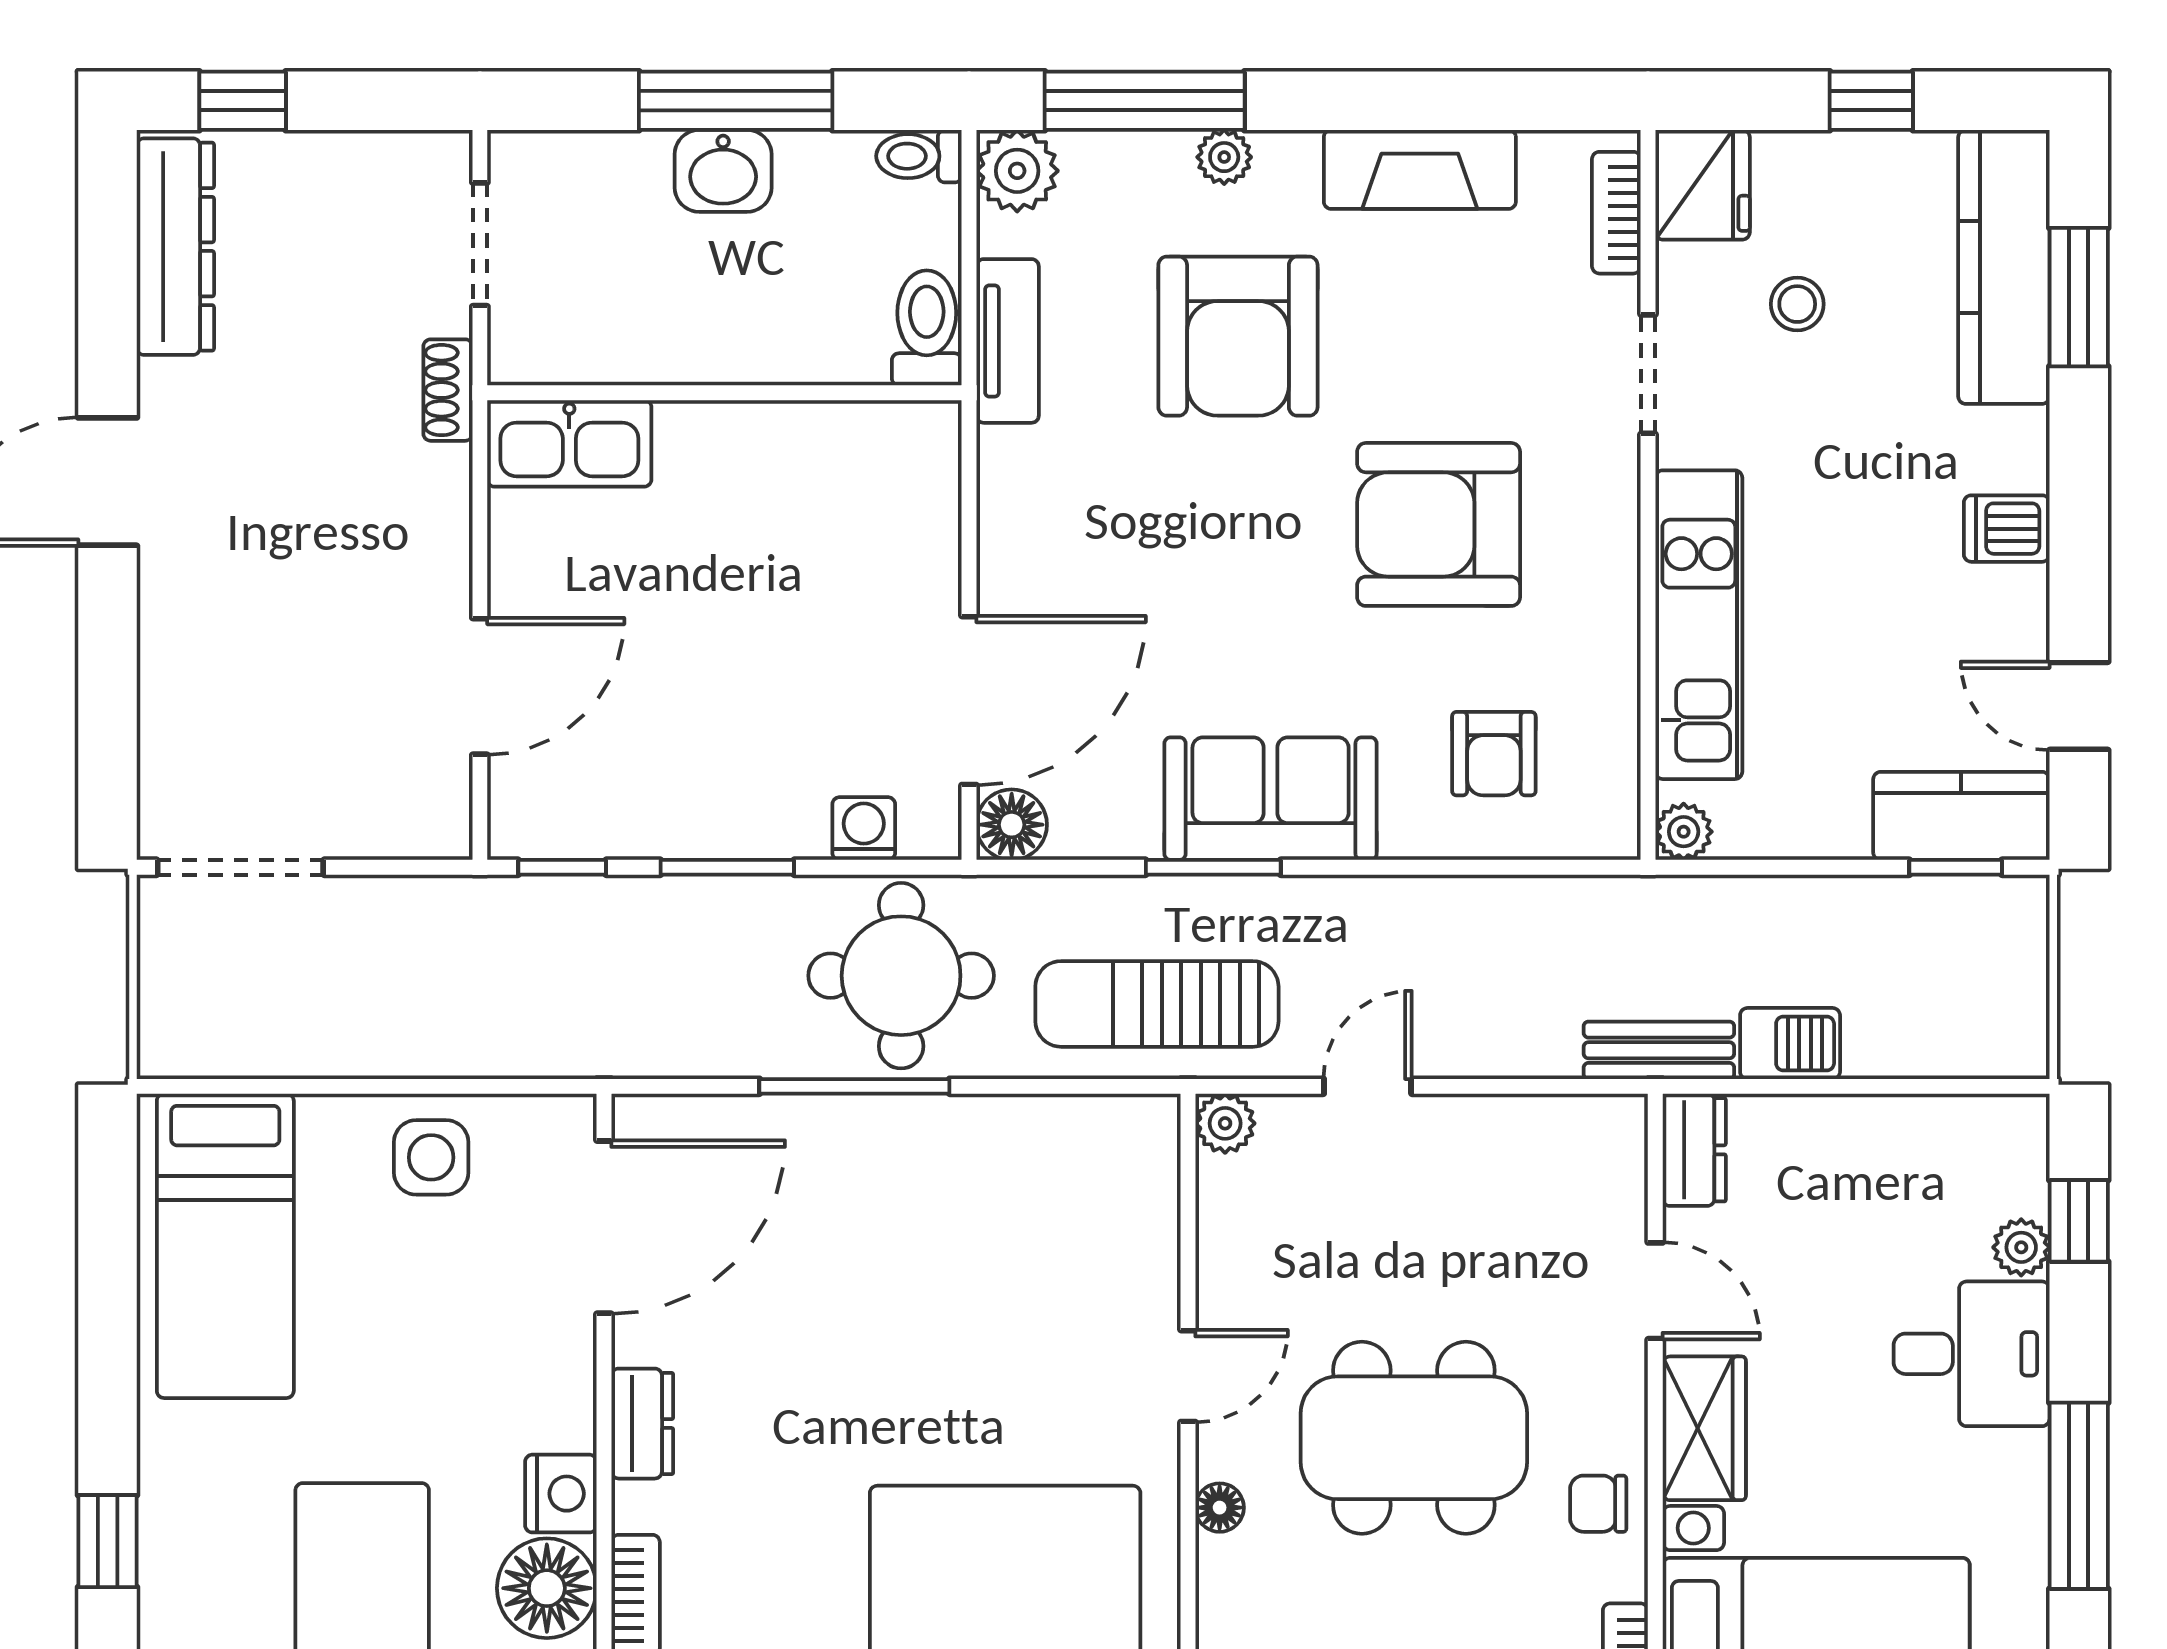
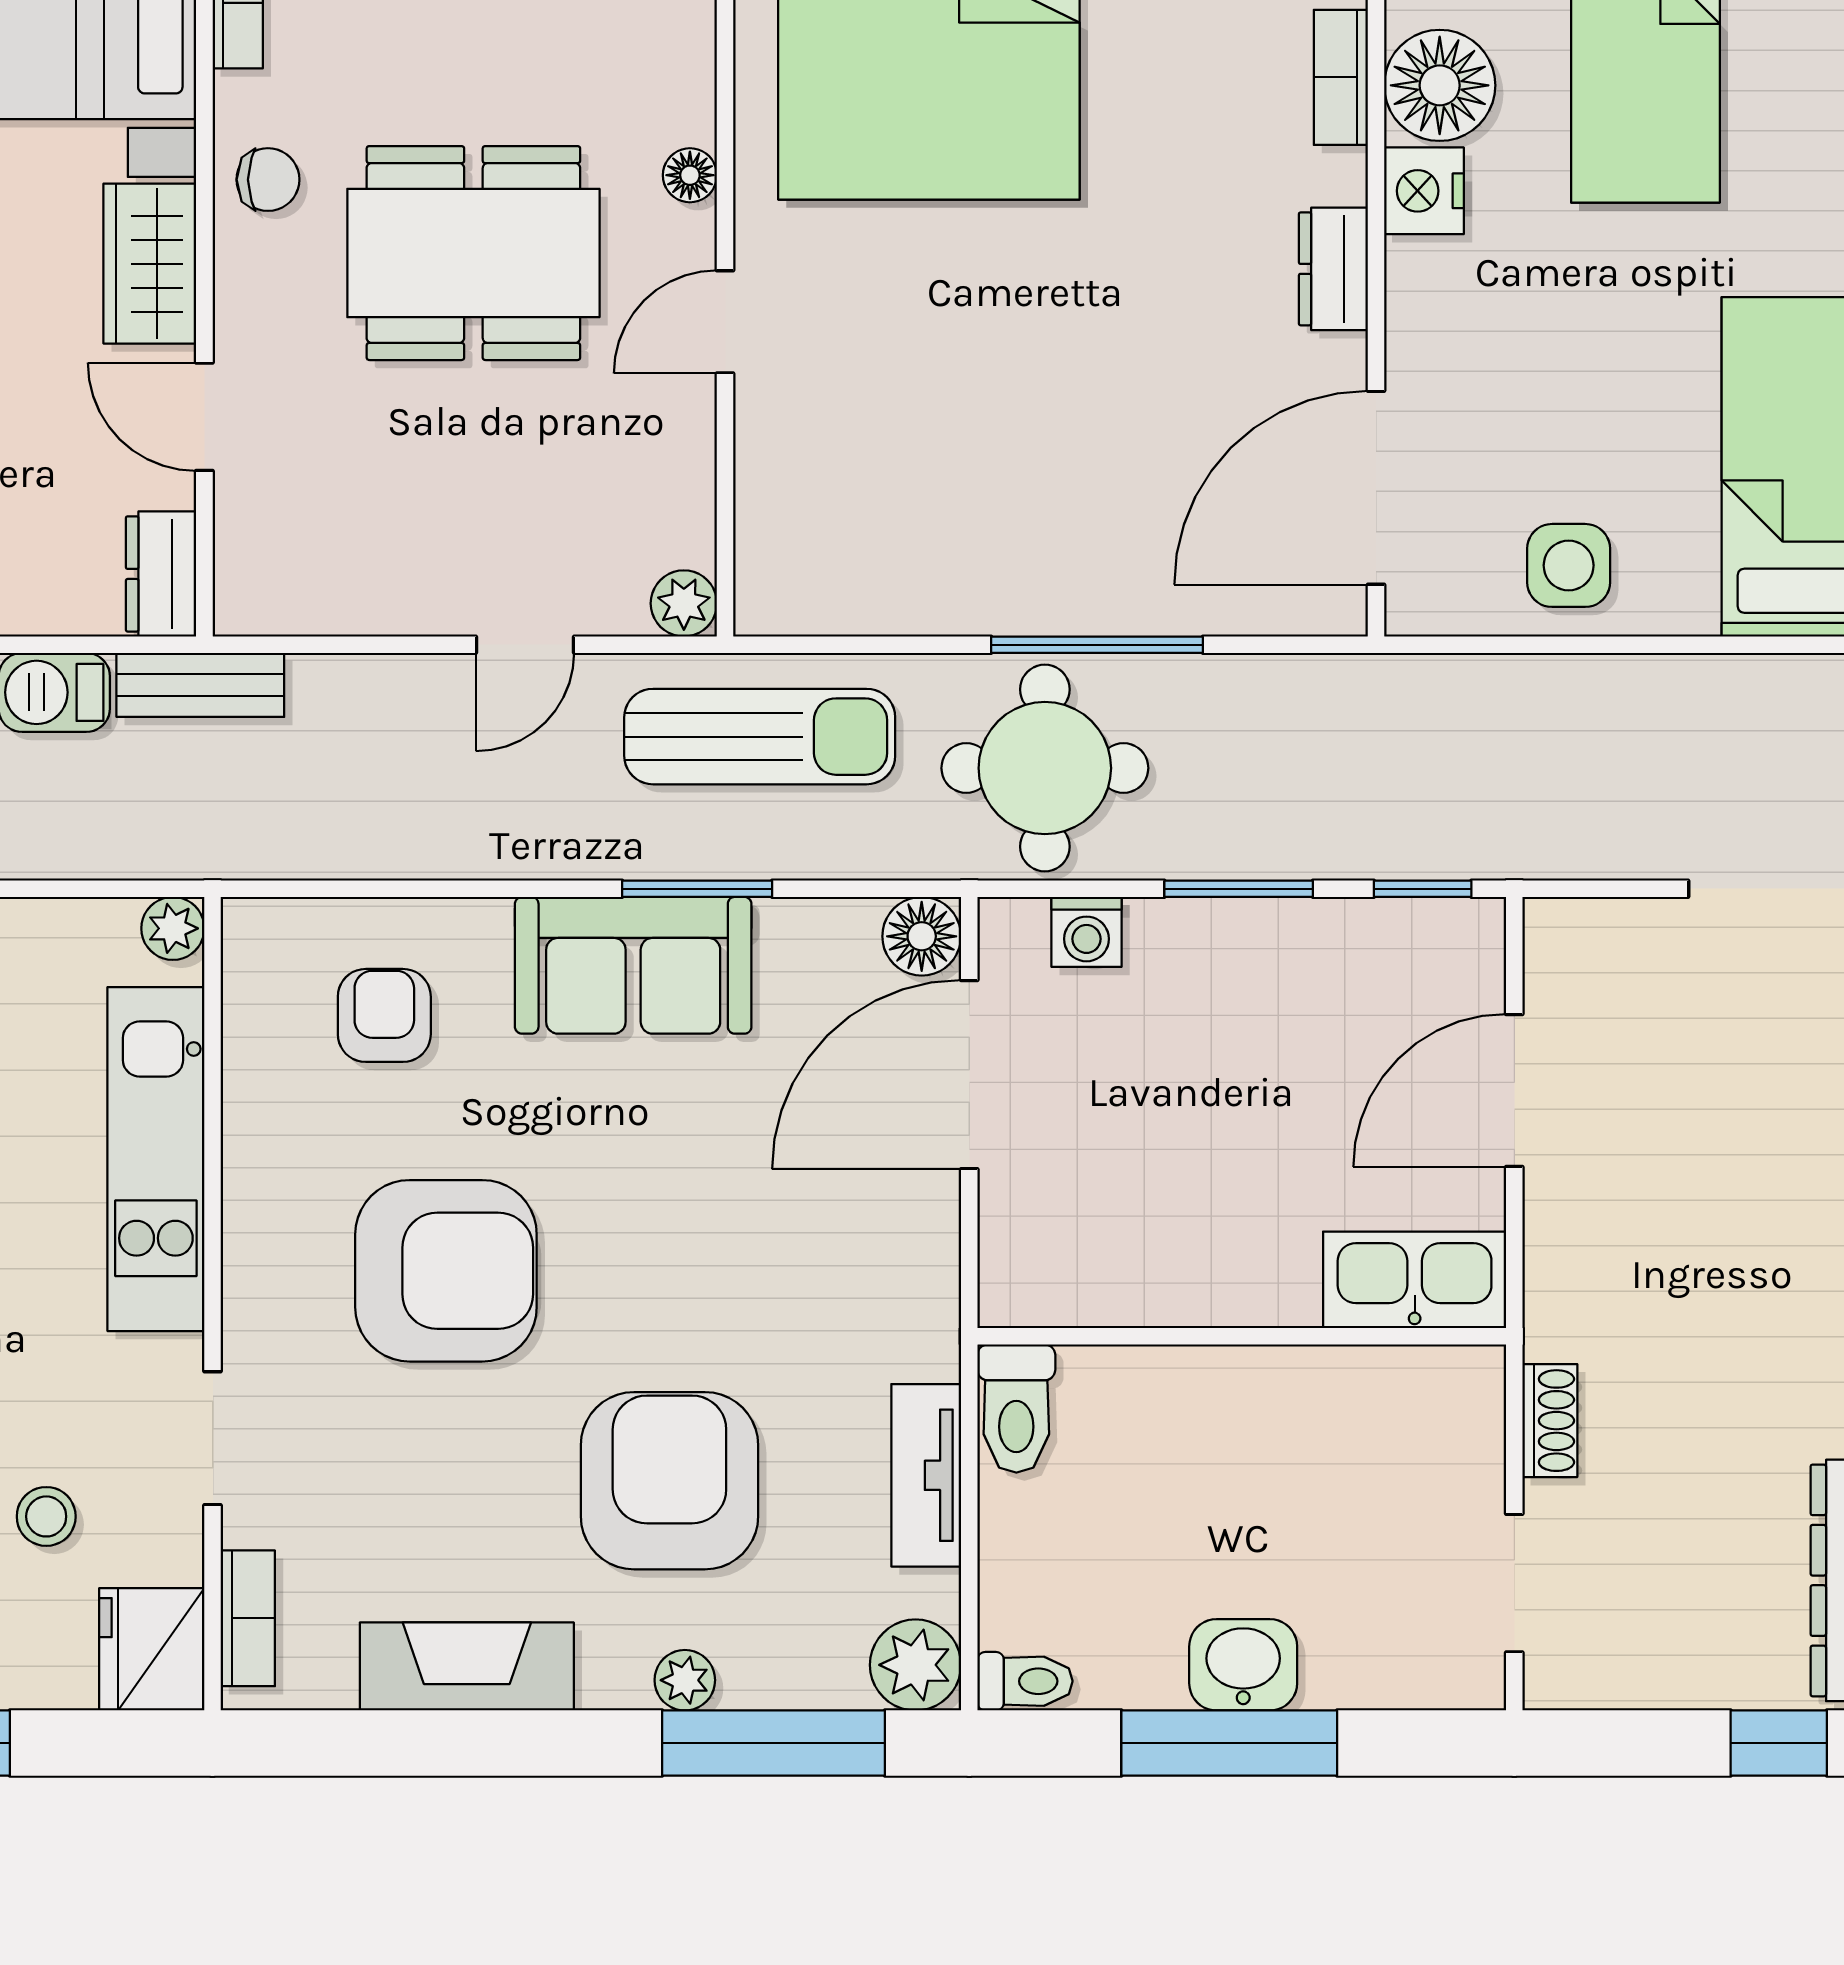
toilet: (927, 328) -> (1016, 1409), moved
wall: (724, 393) -> (1242, 1336), moved
kitchen sink: (569, 443) -> (1415, 1280), moved

